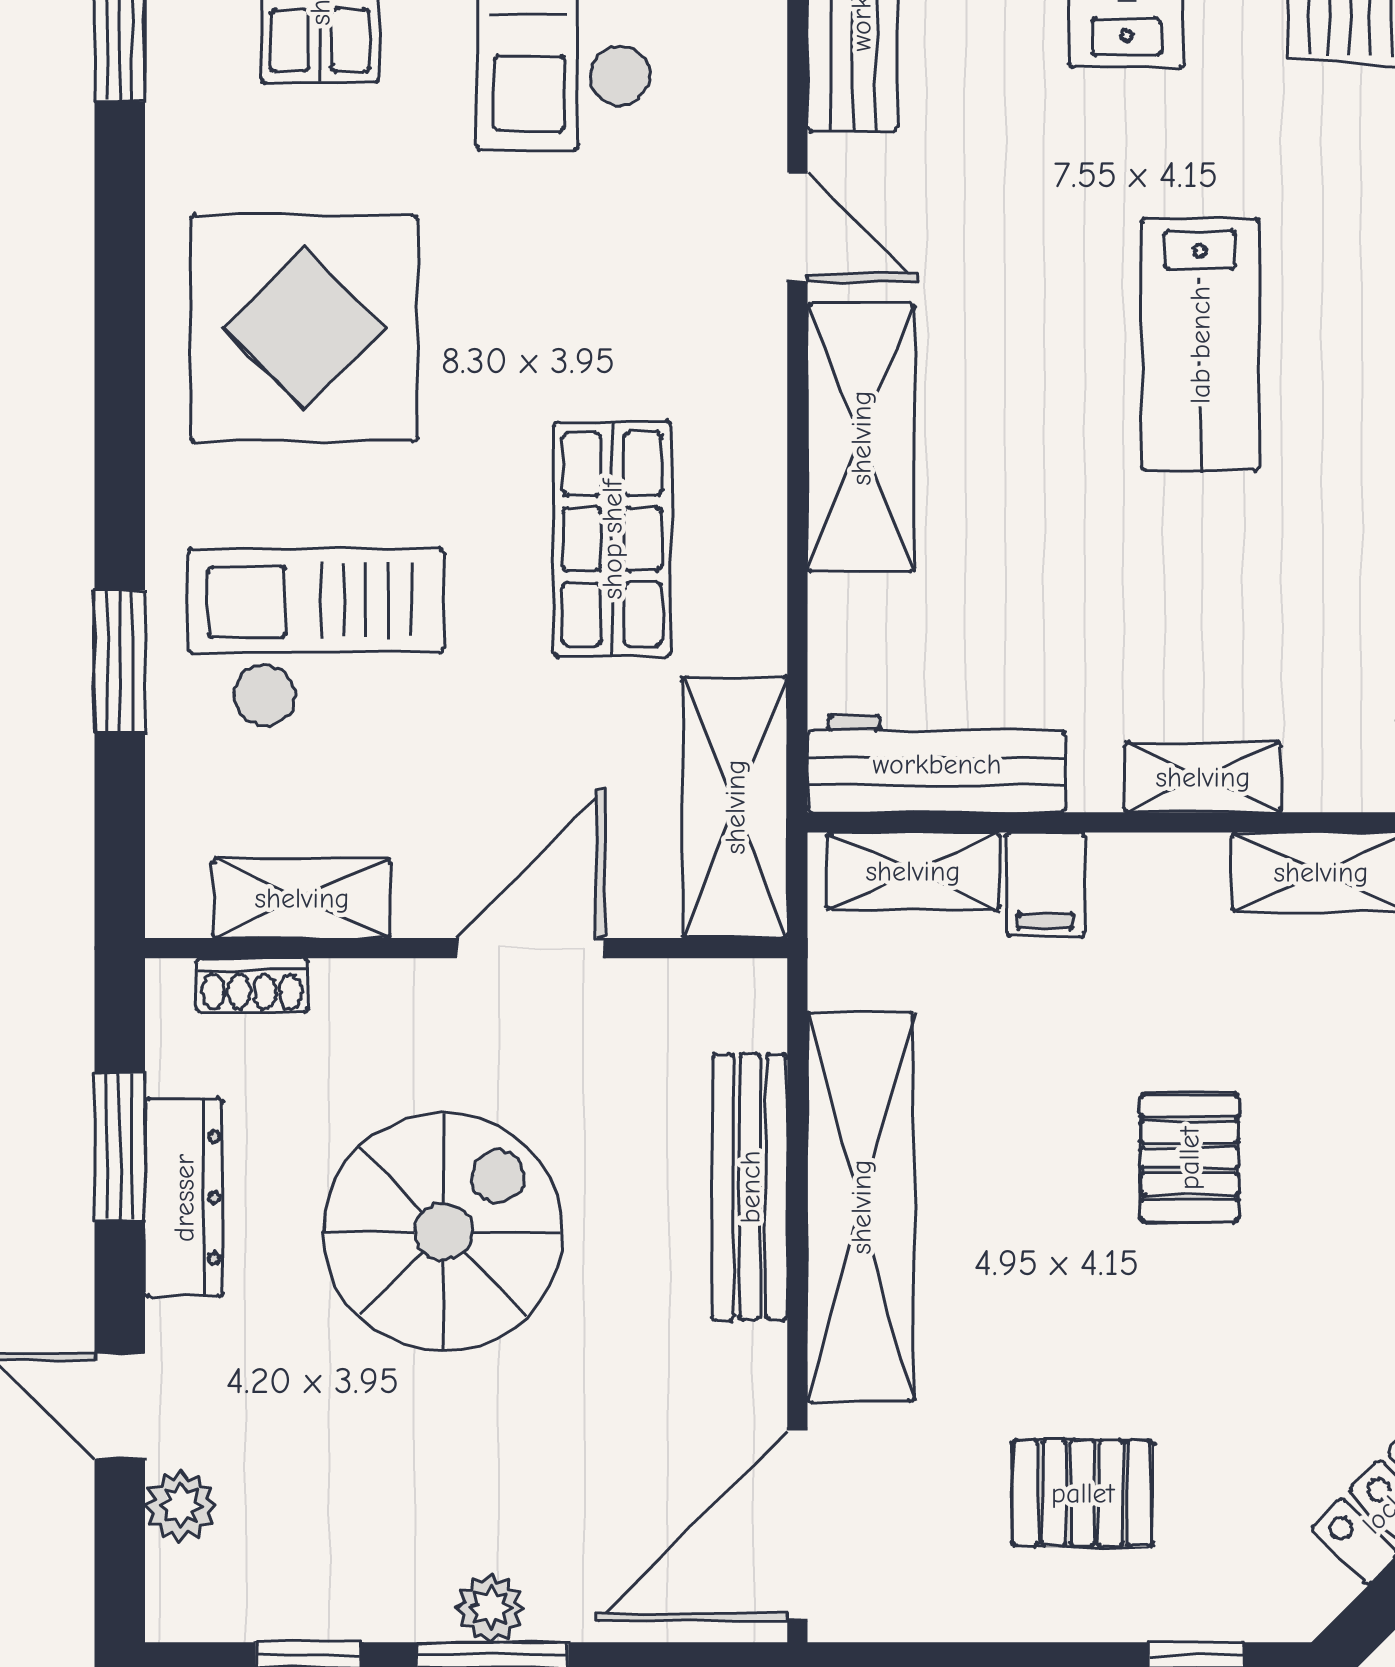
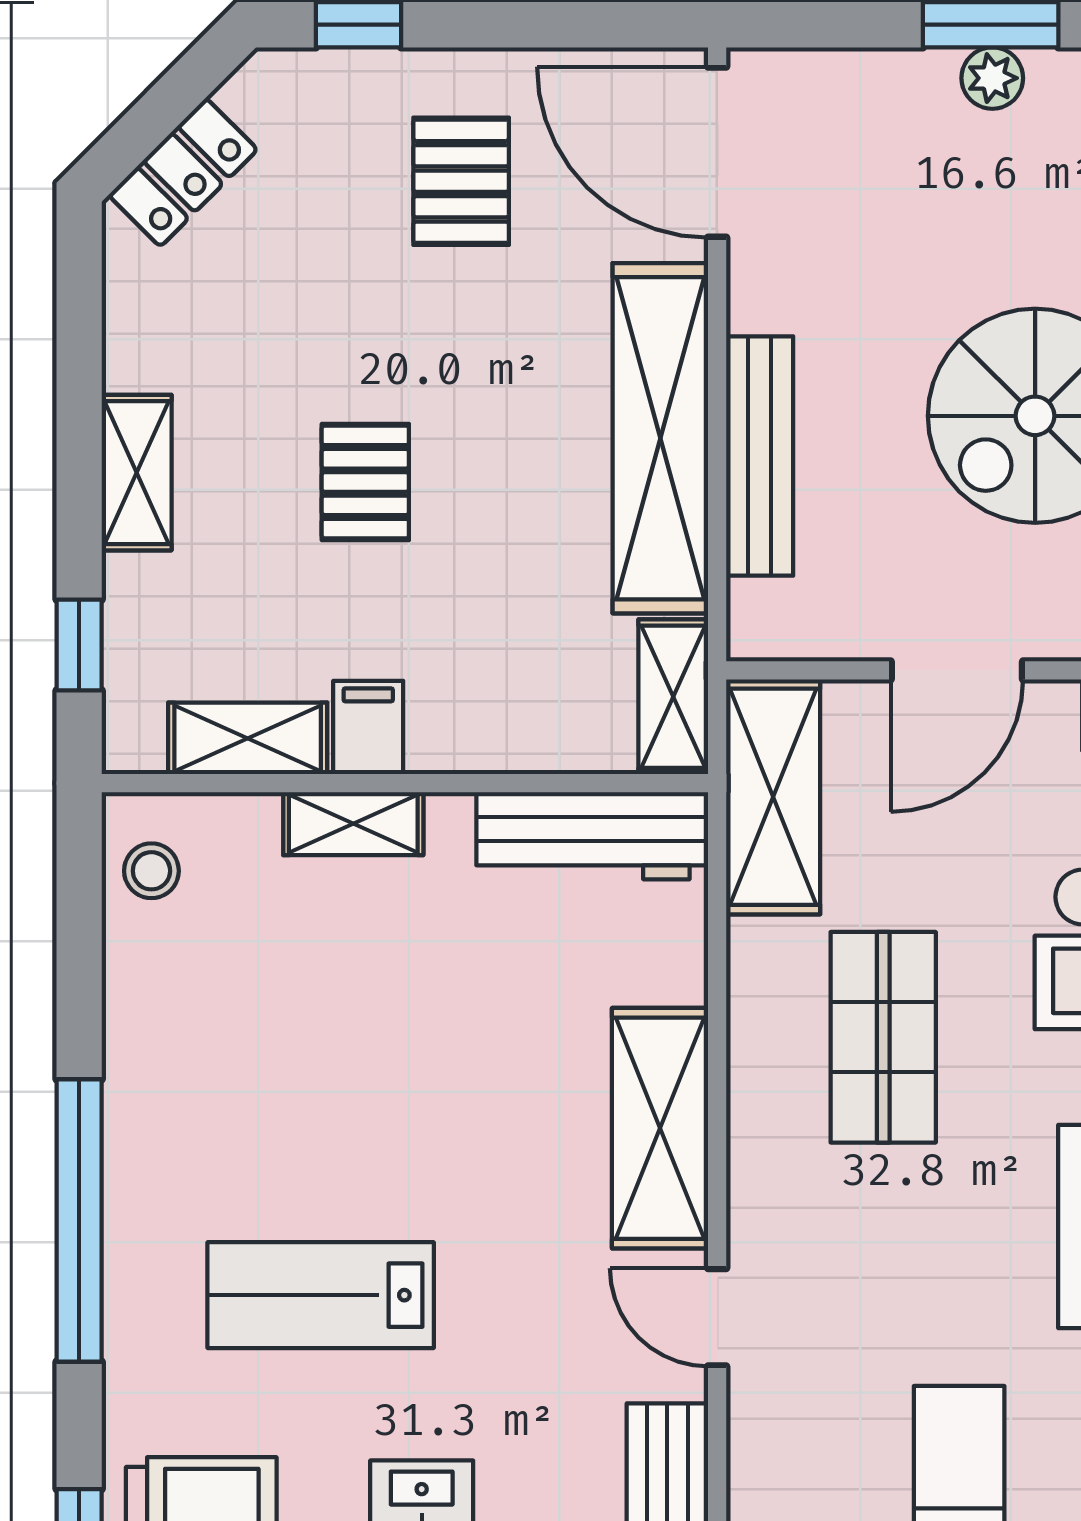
lab bench: (1200, 345) -> (321, 1295), moved, turned -90
shelving: (913, 871) -> (673, 697), moved, turned 90
filing cabinet: (1045, 884) -> (368, 727), moved
pallet: (1083, 1493) -> (461, 181), turned 90
door: (797, 1526) -> (717, 152), swing flipped

